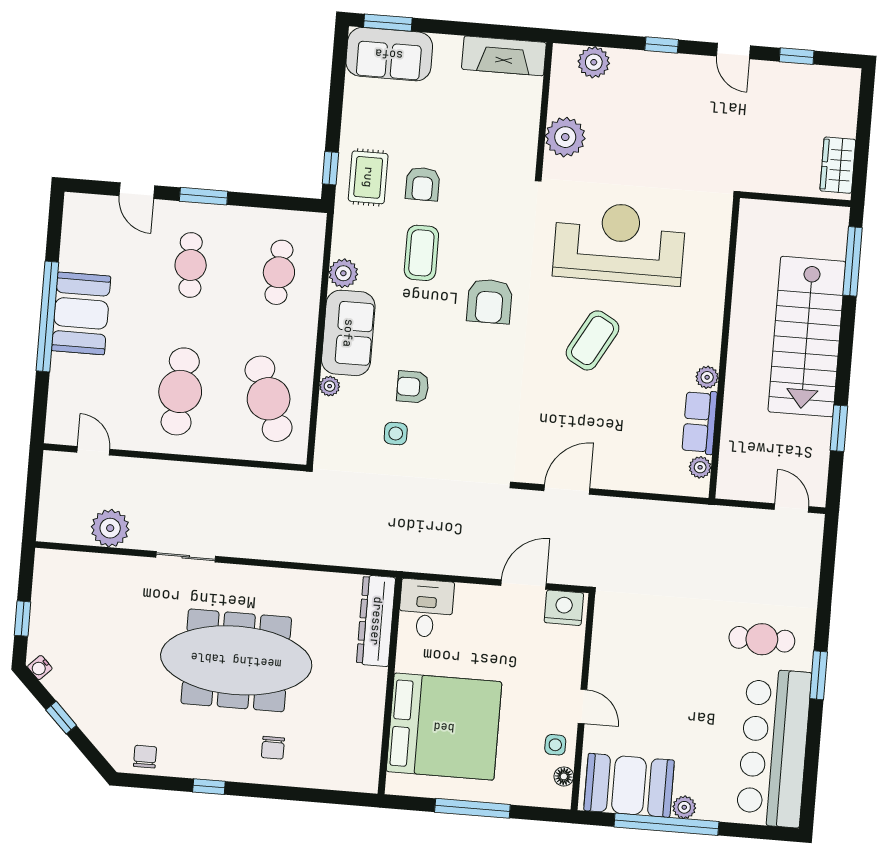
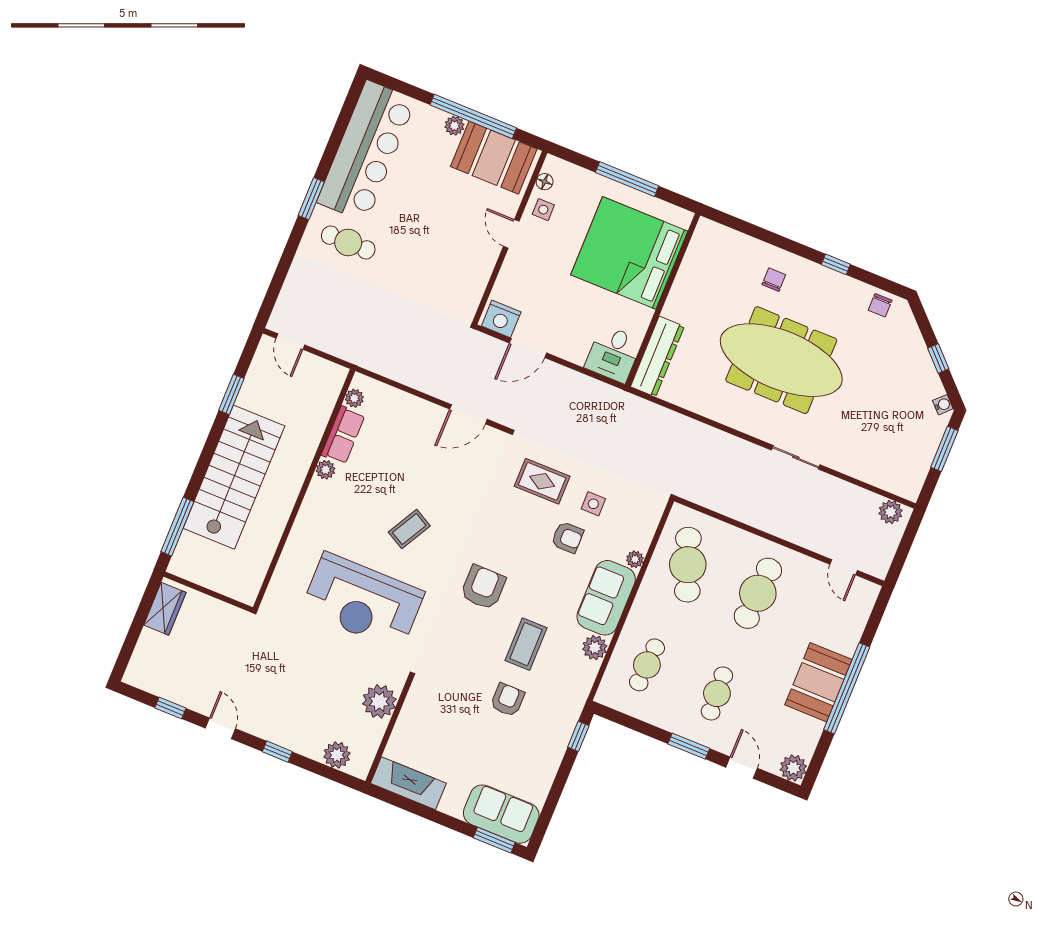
rug: (368, 177) -> (542, 481), moved, turned 90
plant: (79, 209) -> (793, 768), added
coffee table: (593, 340) -> (409, 529), width x0.73, depth x0.77
plant: (110, 528) -> (891, 512), moved, width x0.73, depth x0.73
window: (22, 619) -> (944, 449), width x1.50

